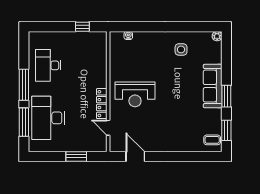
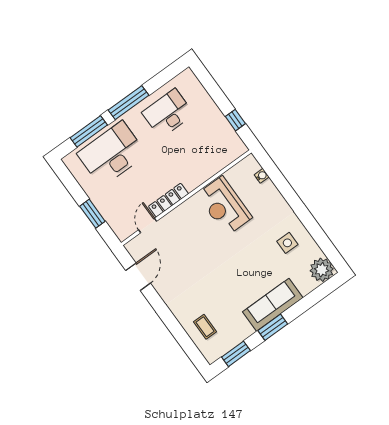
plant: (217, 36) -> (322, 270), width x1.88, depth x1.88
reception desk: (135, 94) -> (224, 206), moved
coffee table: (212, 140) -> (205, 327), moved

